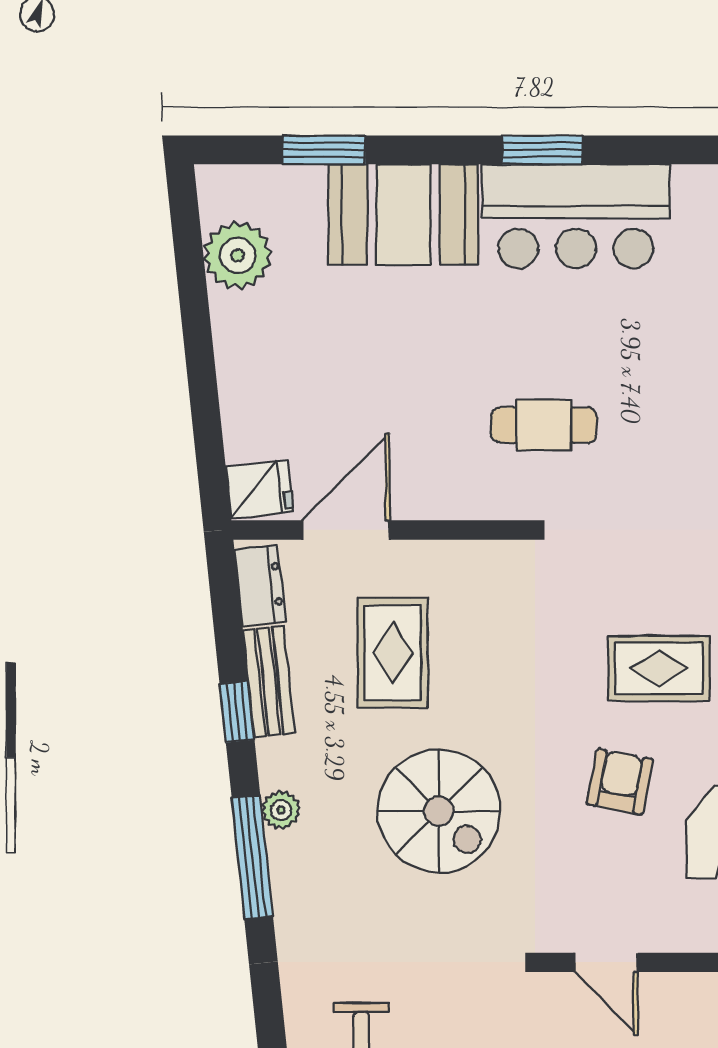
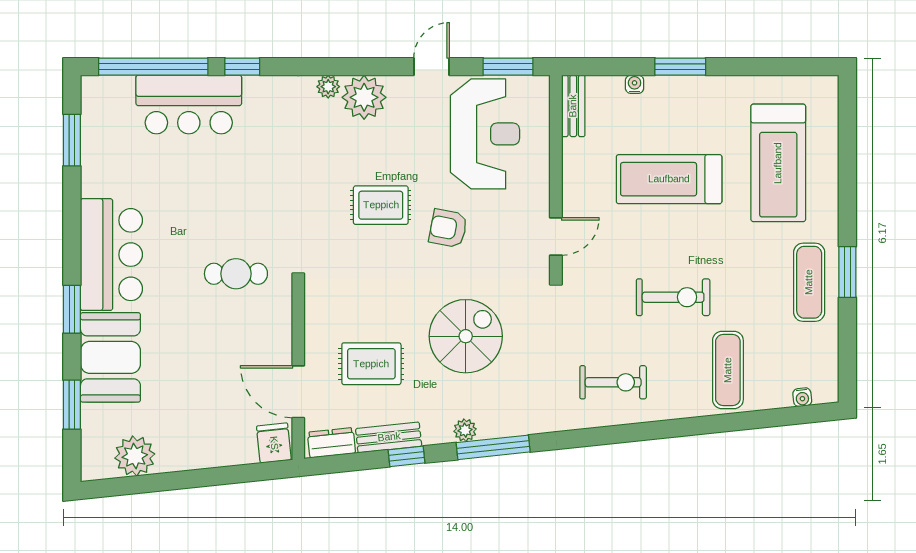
window: (542, 150) -> (72, 309), moved
cafe table: (544, 425) -> (236, 274), turned 90
rug: (659, 668) -> (381, 205), turned 90

